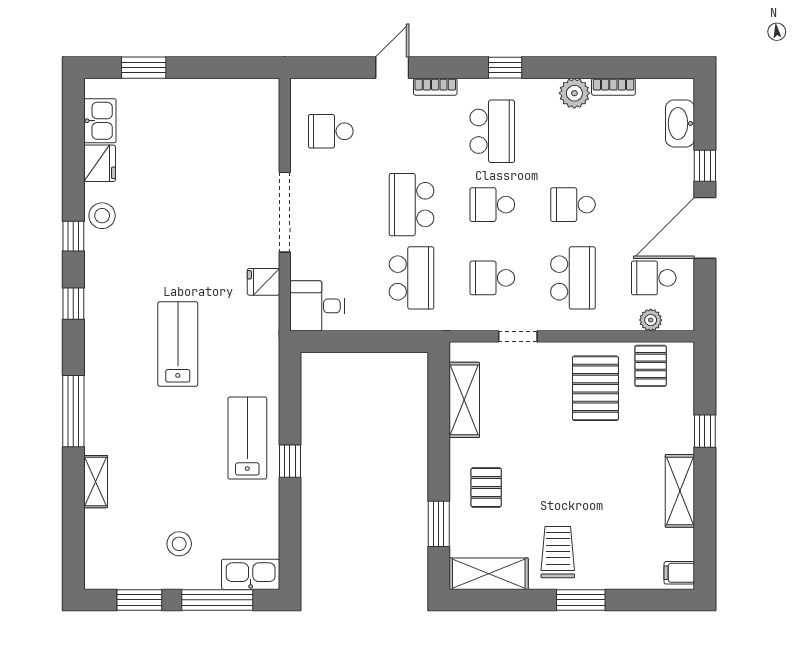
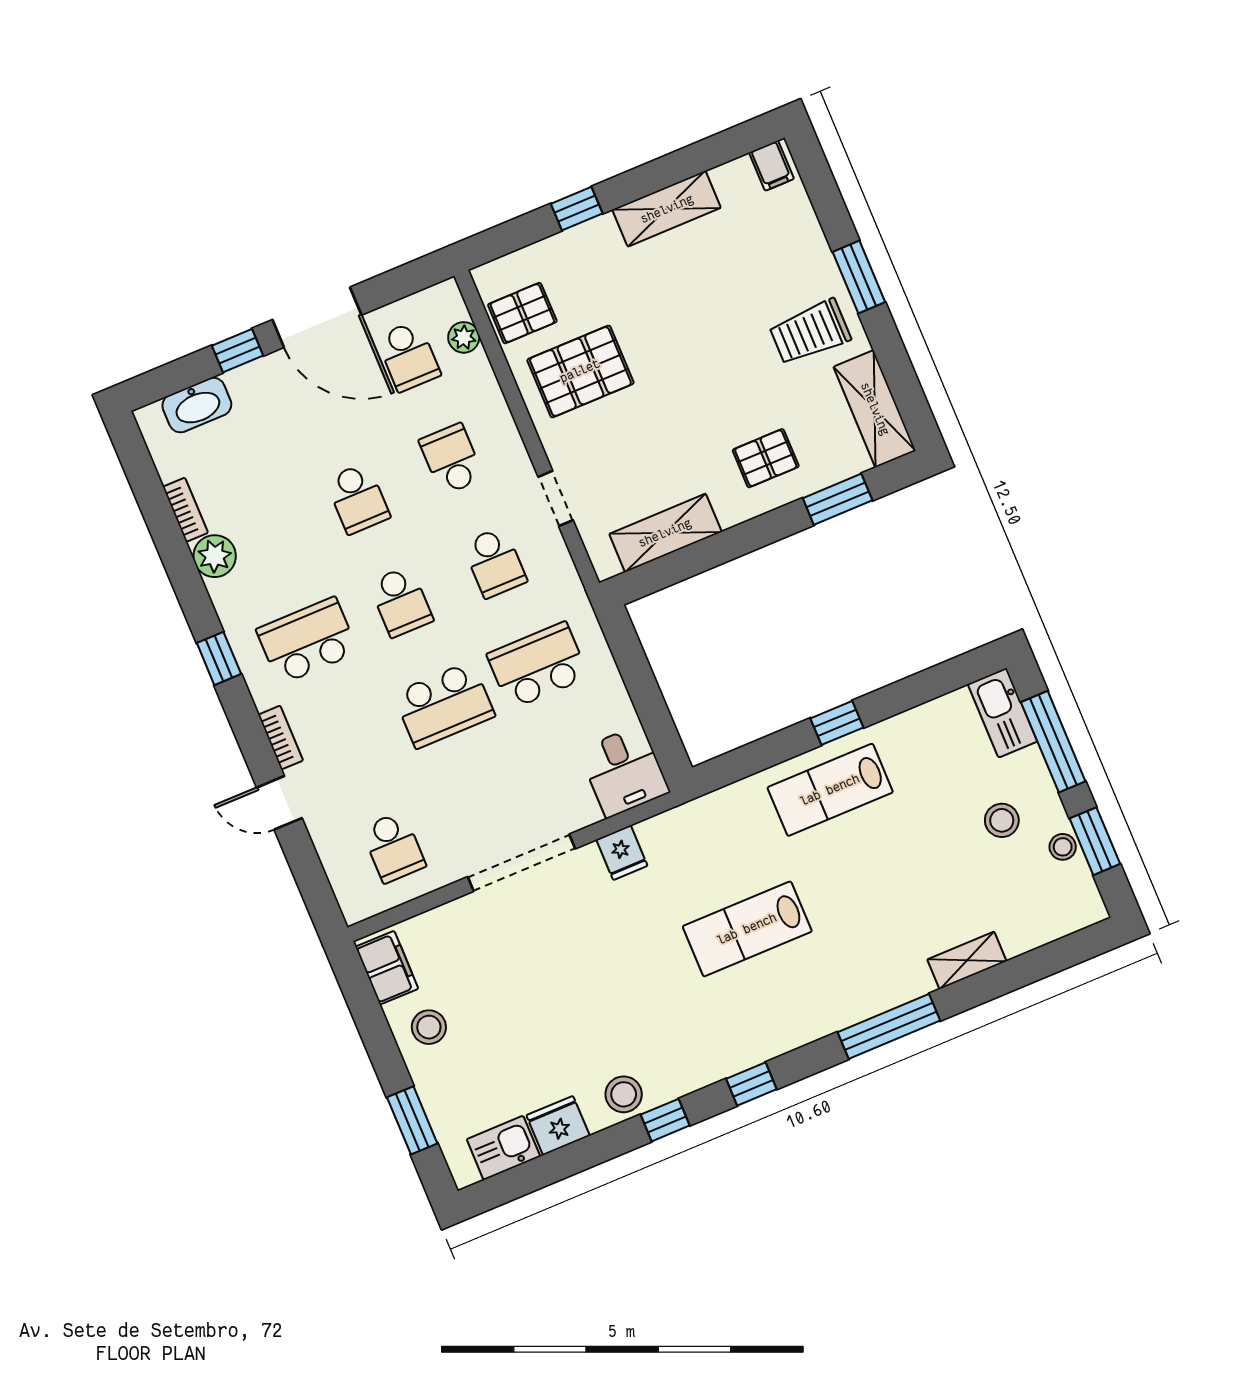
filing cabinet: (252, 93) -> (387, 968), added
stool: (201, 105) -> (429, 1027), added
school desk: (573, 278) -> (451, 459), width x0.54
stool: (145, 577) -> (1063, 847), added

